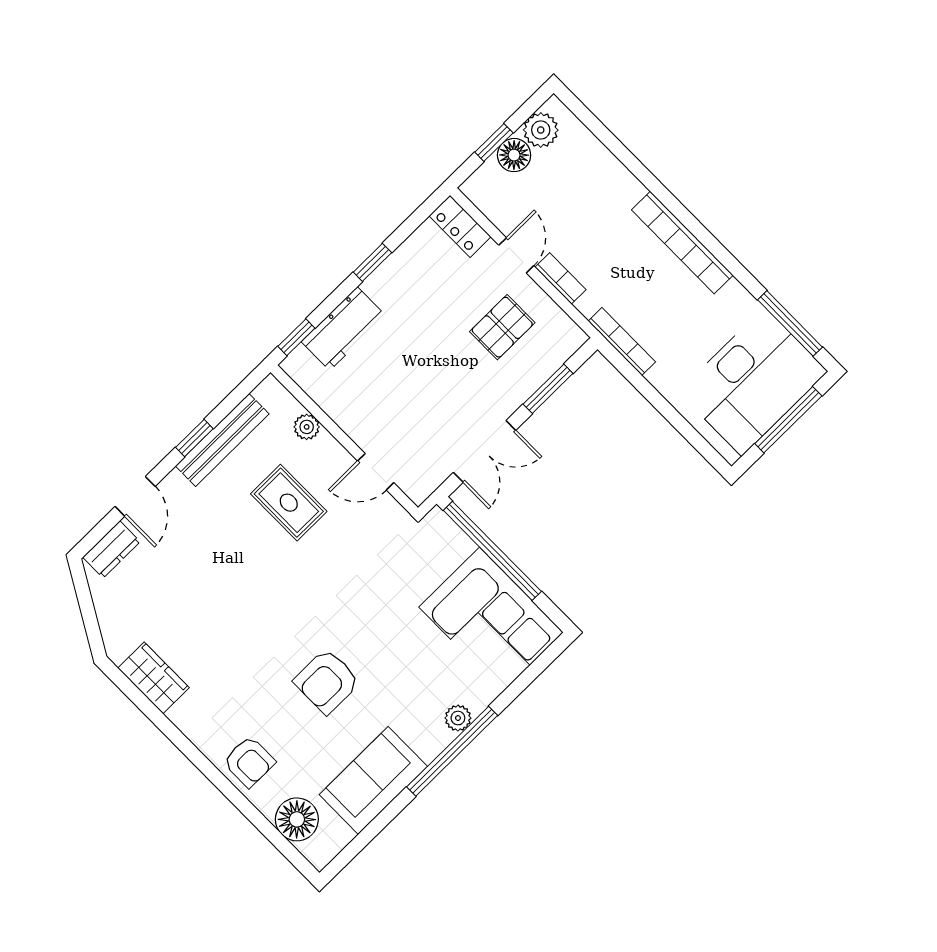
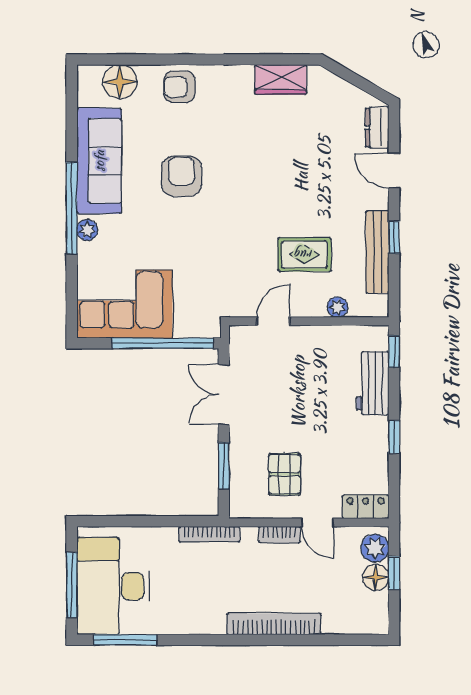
plant: (541, 130) -> (375, 548), moved
bookcase: (682, 242) -> (274, 624), moved
sofa: (373, 781) -> (99, 161), width x1.36

